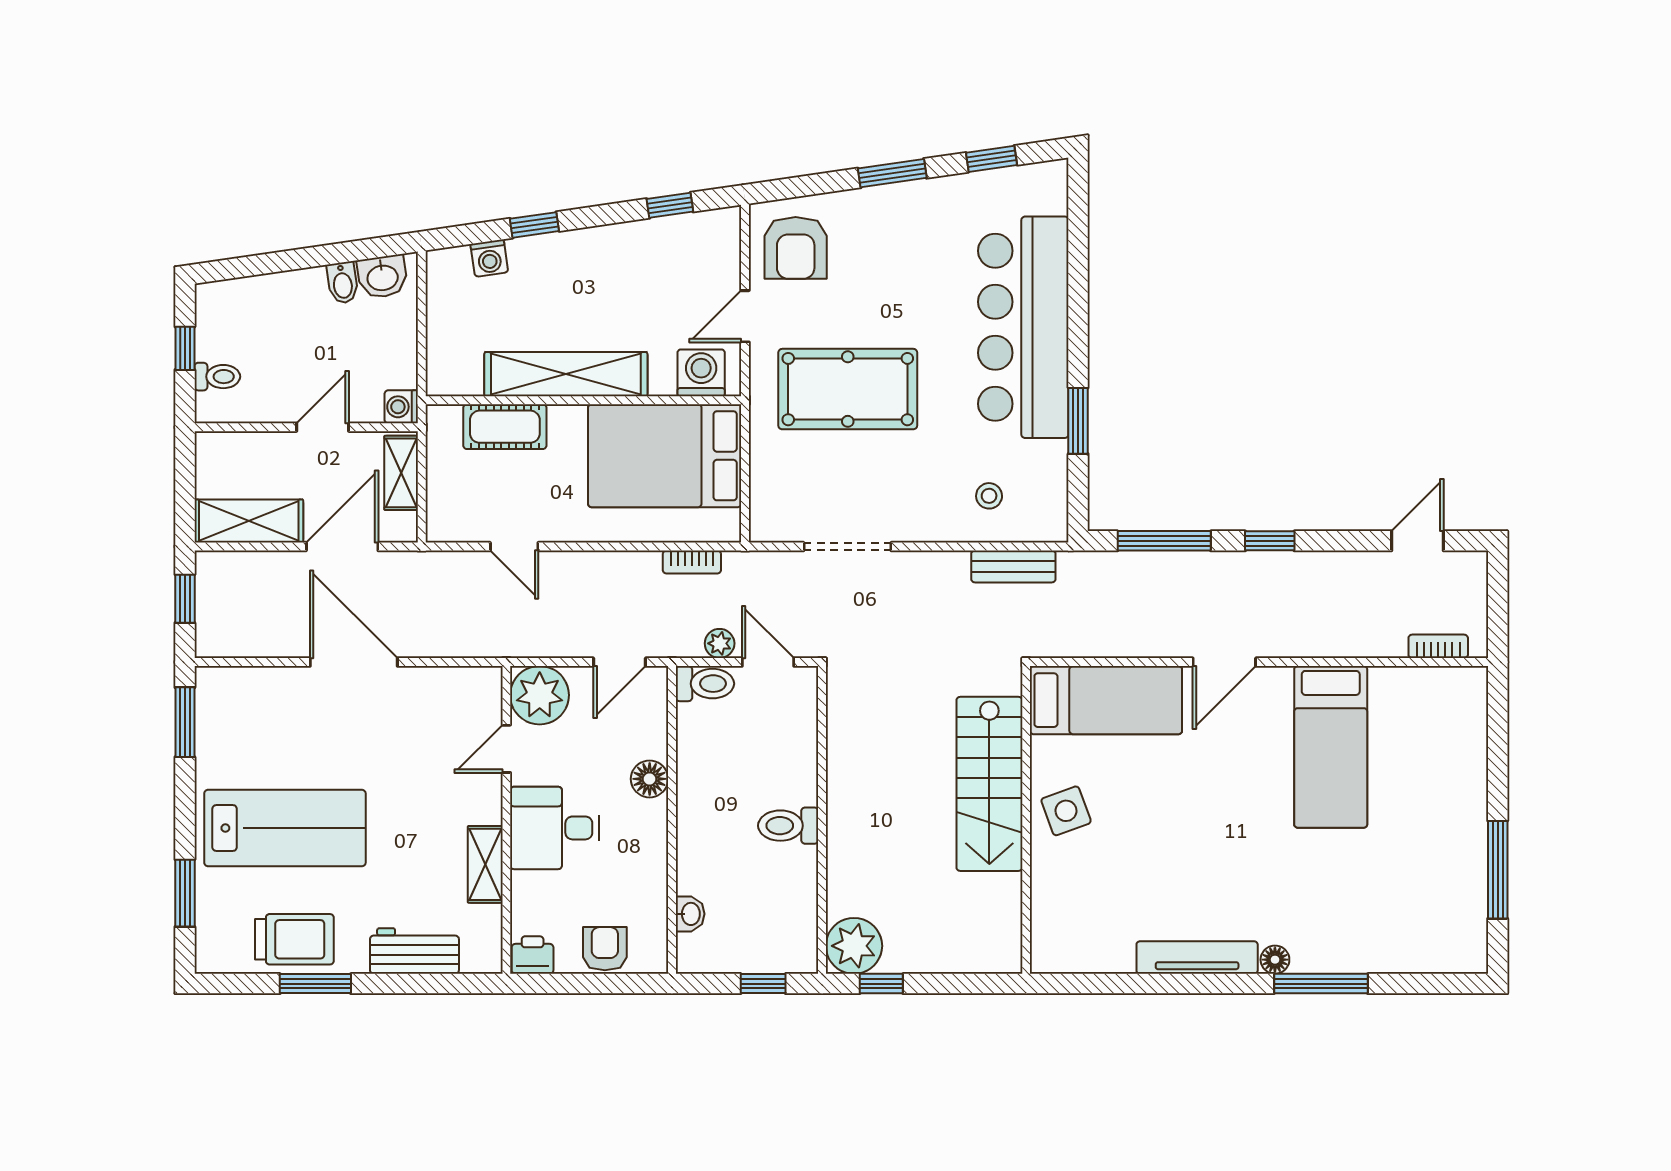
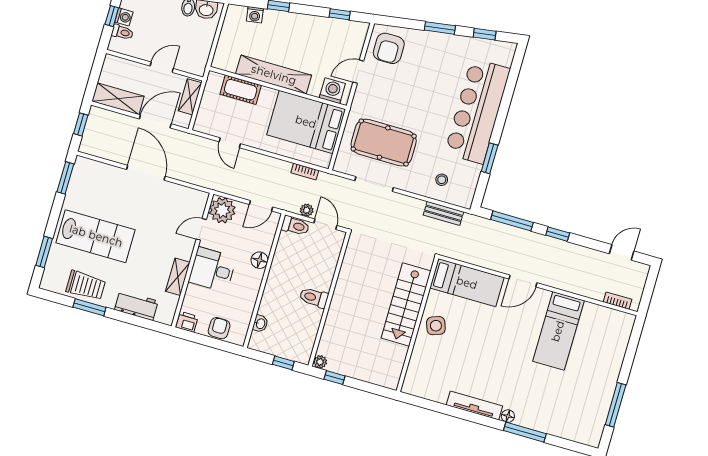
pool table: (848, 389) -> (384, 143), moved
washing machine: (401, 407) -> (124, 17), moved, turned 180
plant: (854, 946) -> (320, 362), width x0.53, depth x0.53

